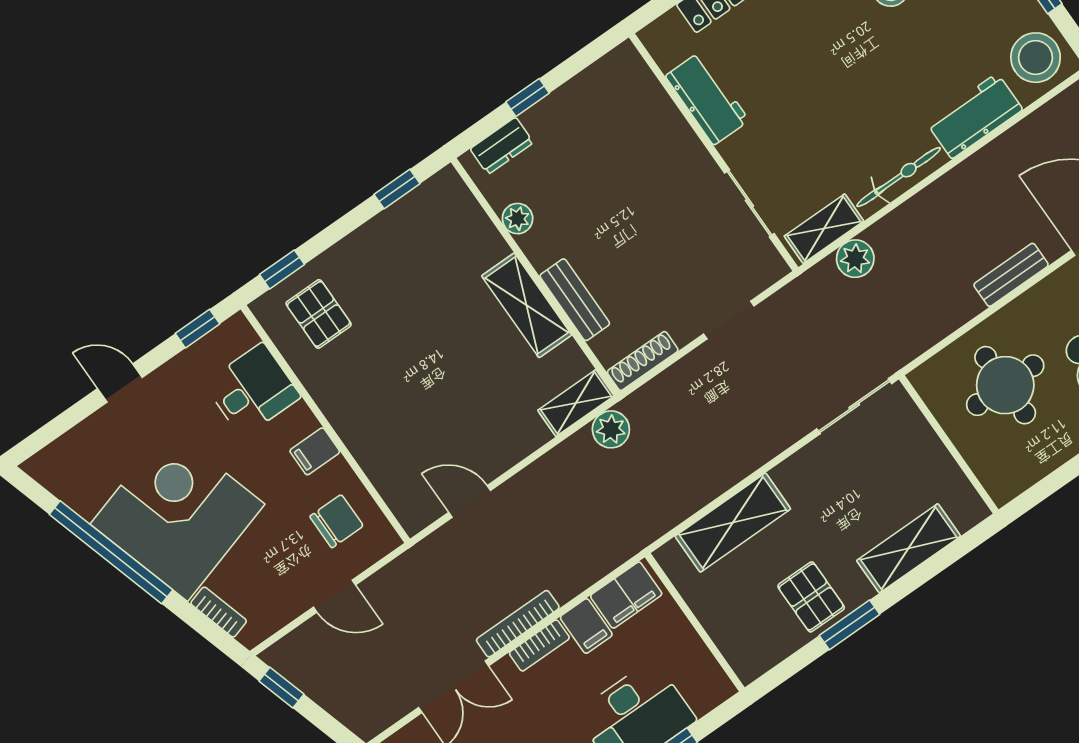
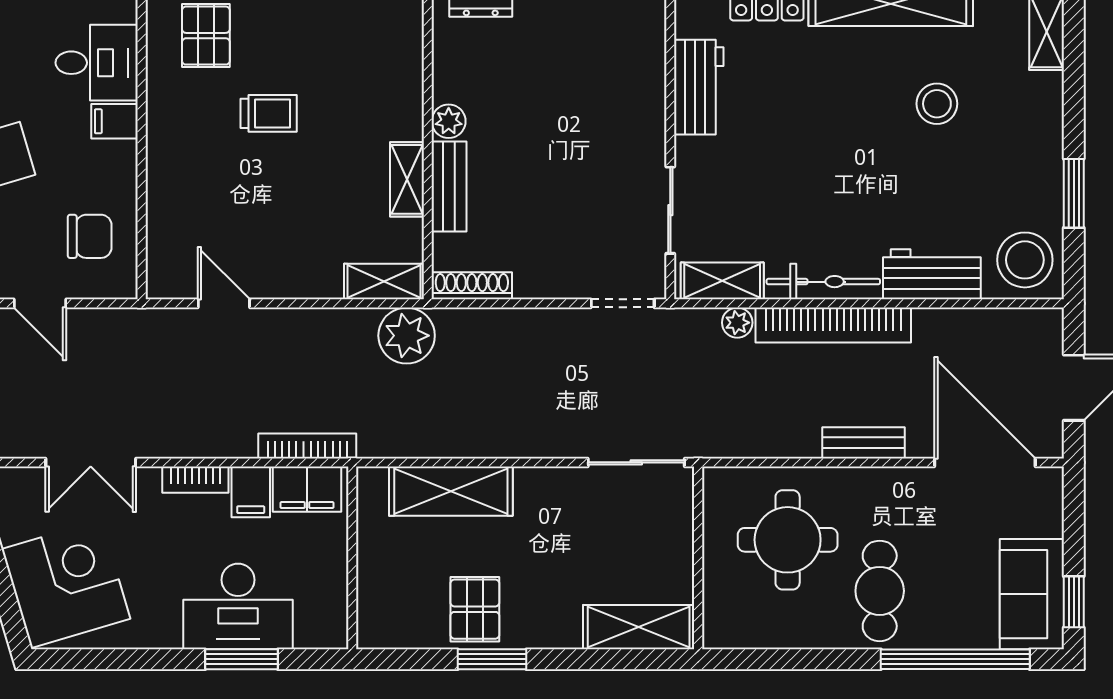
bookcase: (928, 204) -> (833, 325), added
plant: (518, 219) -> (449, 121), moved
plant: (855, 259) -> (737, 323), width x0.73, depth x0.73
shelving: (527, 305) -> (407, 179), width x0.67, depth x0.75
doorway: (729, 320) -> (623, 303), moved
trolley: (405, 339) -> (269, 113), added
plant: (611, 429) -> (407, 336), width x1.36, depth x1.36
filing cabinet: (315, 451) -> (114, 121), moved
shelving: (909, 548) -> (639, 627), moved
bookcase: (518, 624) -> (307, 446), moved

